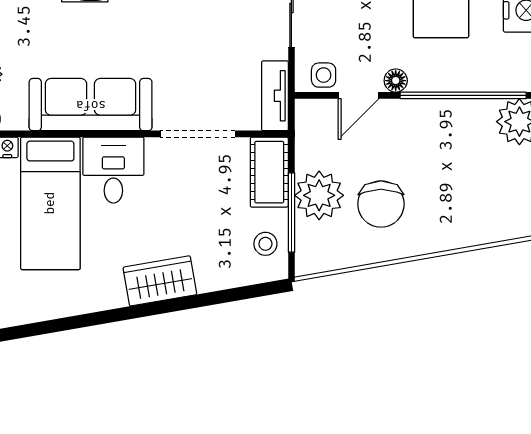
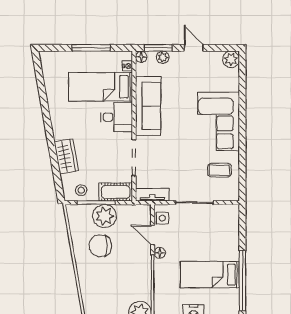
wardrobe: (160, 281) -> (66, 156), moved

